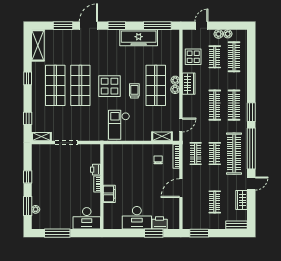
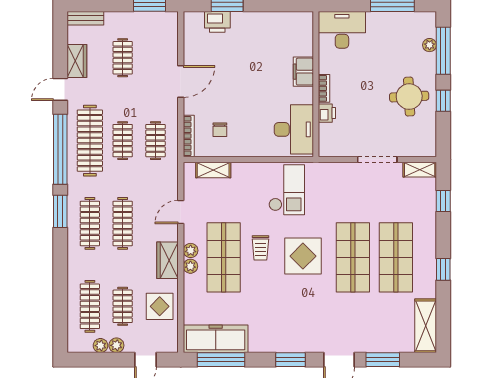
freezer: (139, 38) -> (216, 339), moved
door: (181, 125) -> (181, 212), moved
round table: (48, 179) -> (409, 97), added
window: (28, 206) -> (443, 51), width x1.44
desk: (137, 218) -> (294, 129), moved, turned 90

